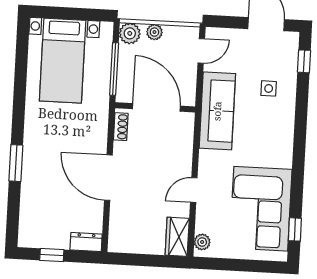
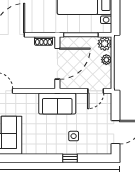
door: (201, 51) -> (96, 91), hinge flipped
window: (304, 61) -> (70, 158), moved
sofa: (217, 111) -> (57, 103), width x0.73

